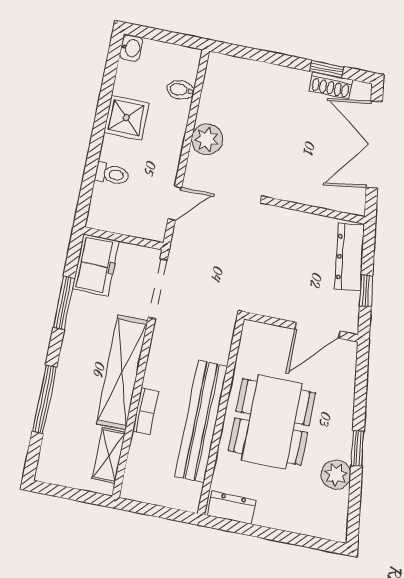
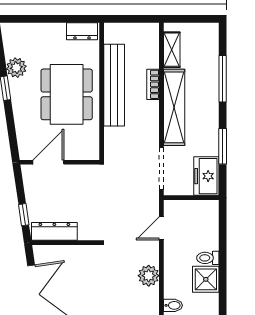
toilet: (112, 174) -> (208, 258), moved
dresser: (350, 257) -> (54, 231), moved, turned -82
window: (366, 291) -> (24, 215), moved

